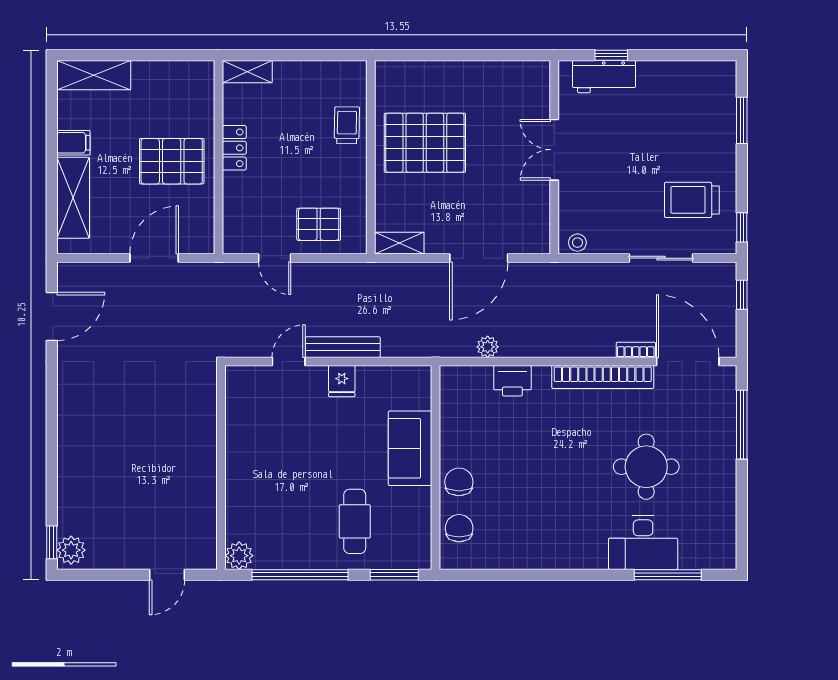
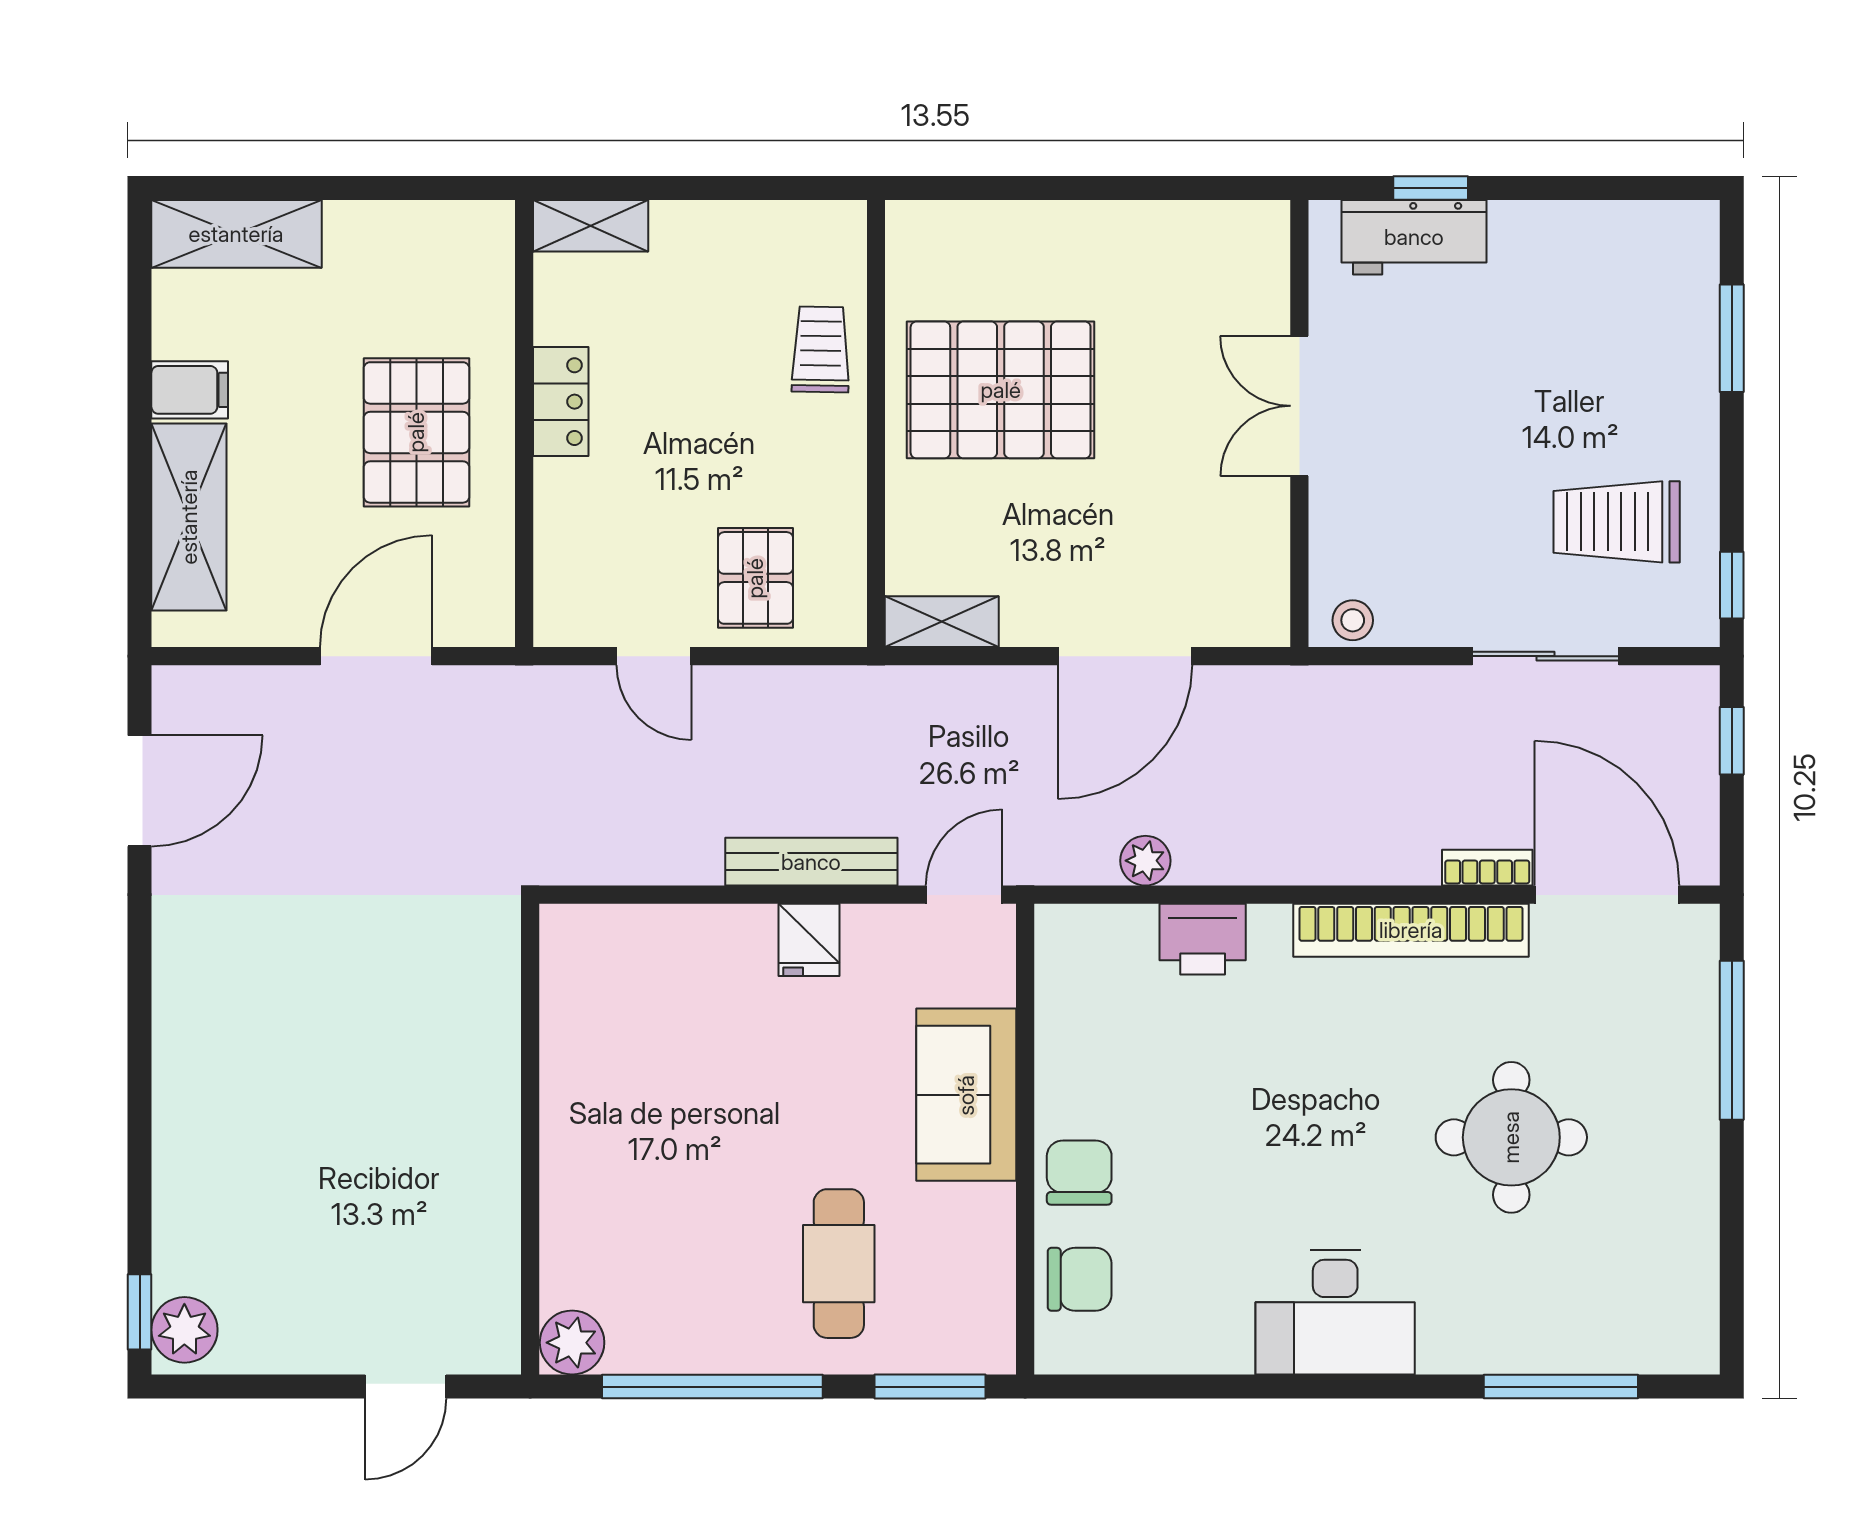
pallet: (172, 161) -> (416, 432), turned 90
pallet: (319, 224) -> (755, 578), turned 90
door: (289, 361) -> (964, 895), moved
chair: (459, 528) -> (1080, 1279), turned 90
desk: (643, 542) -> (1335, 1312), moved

